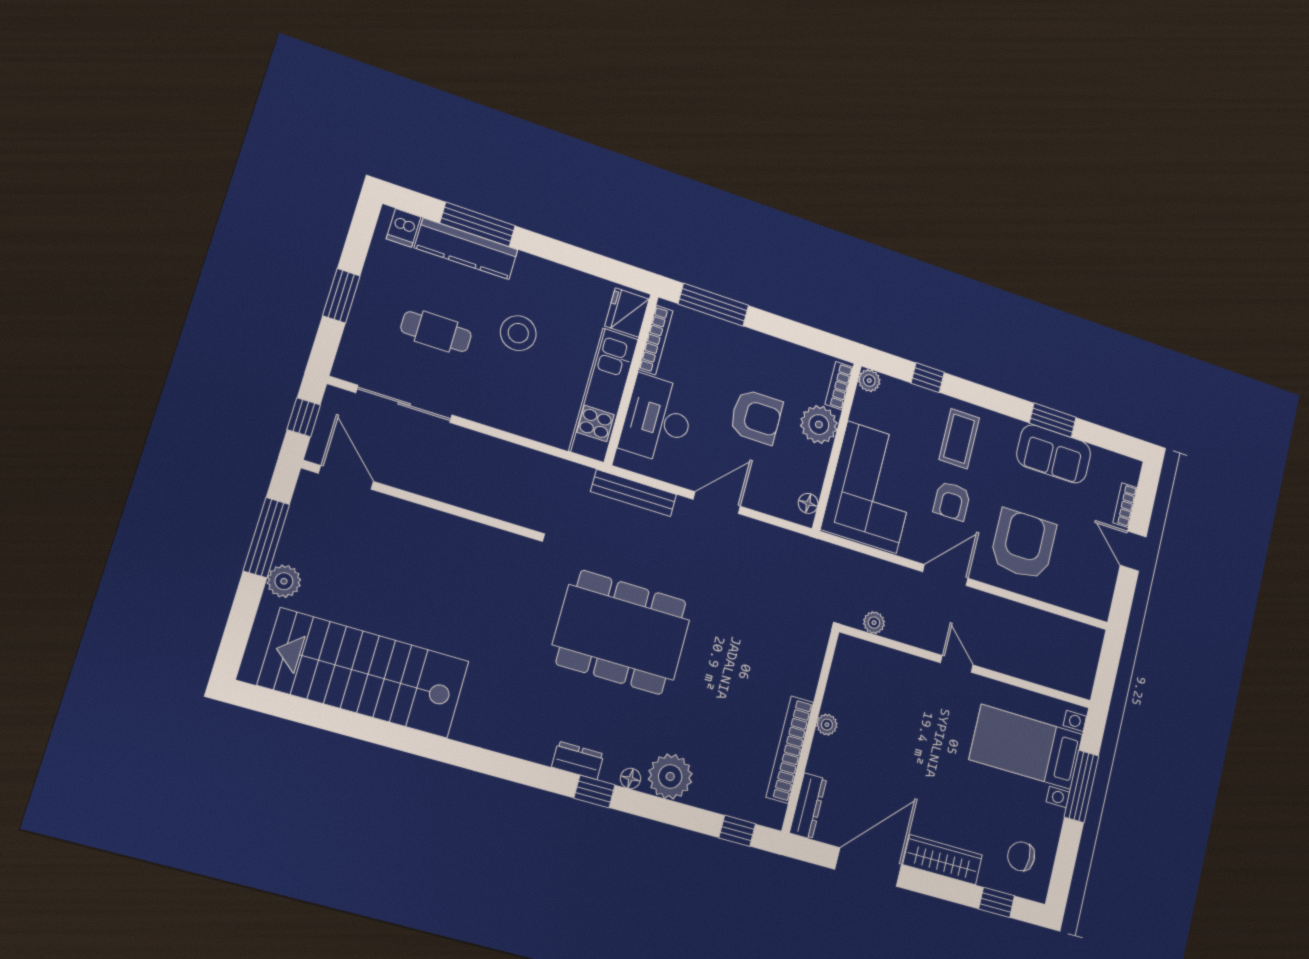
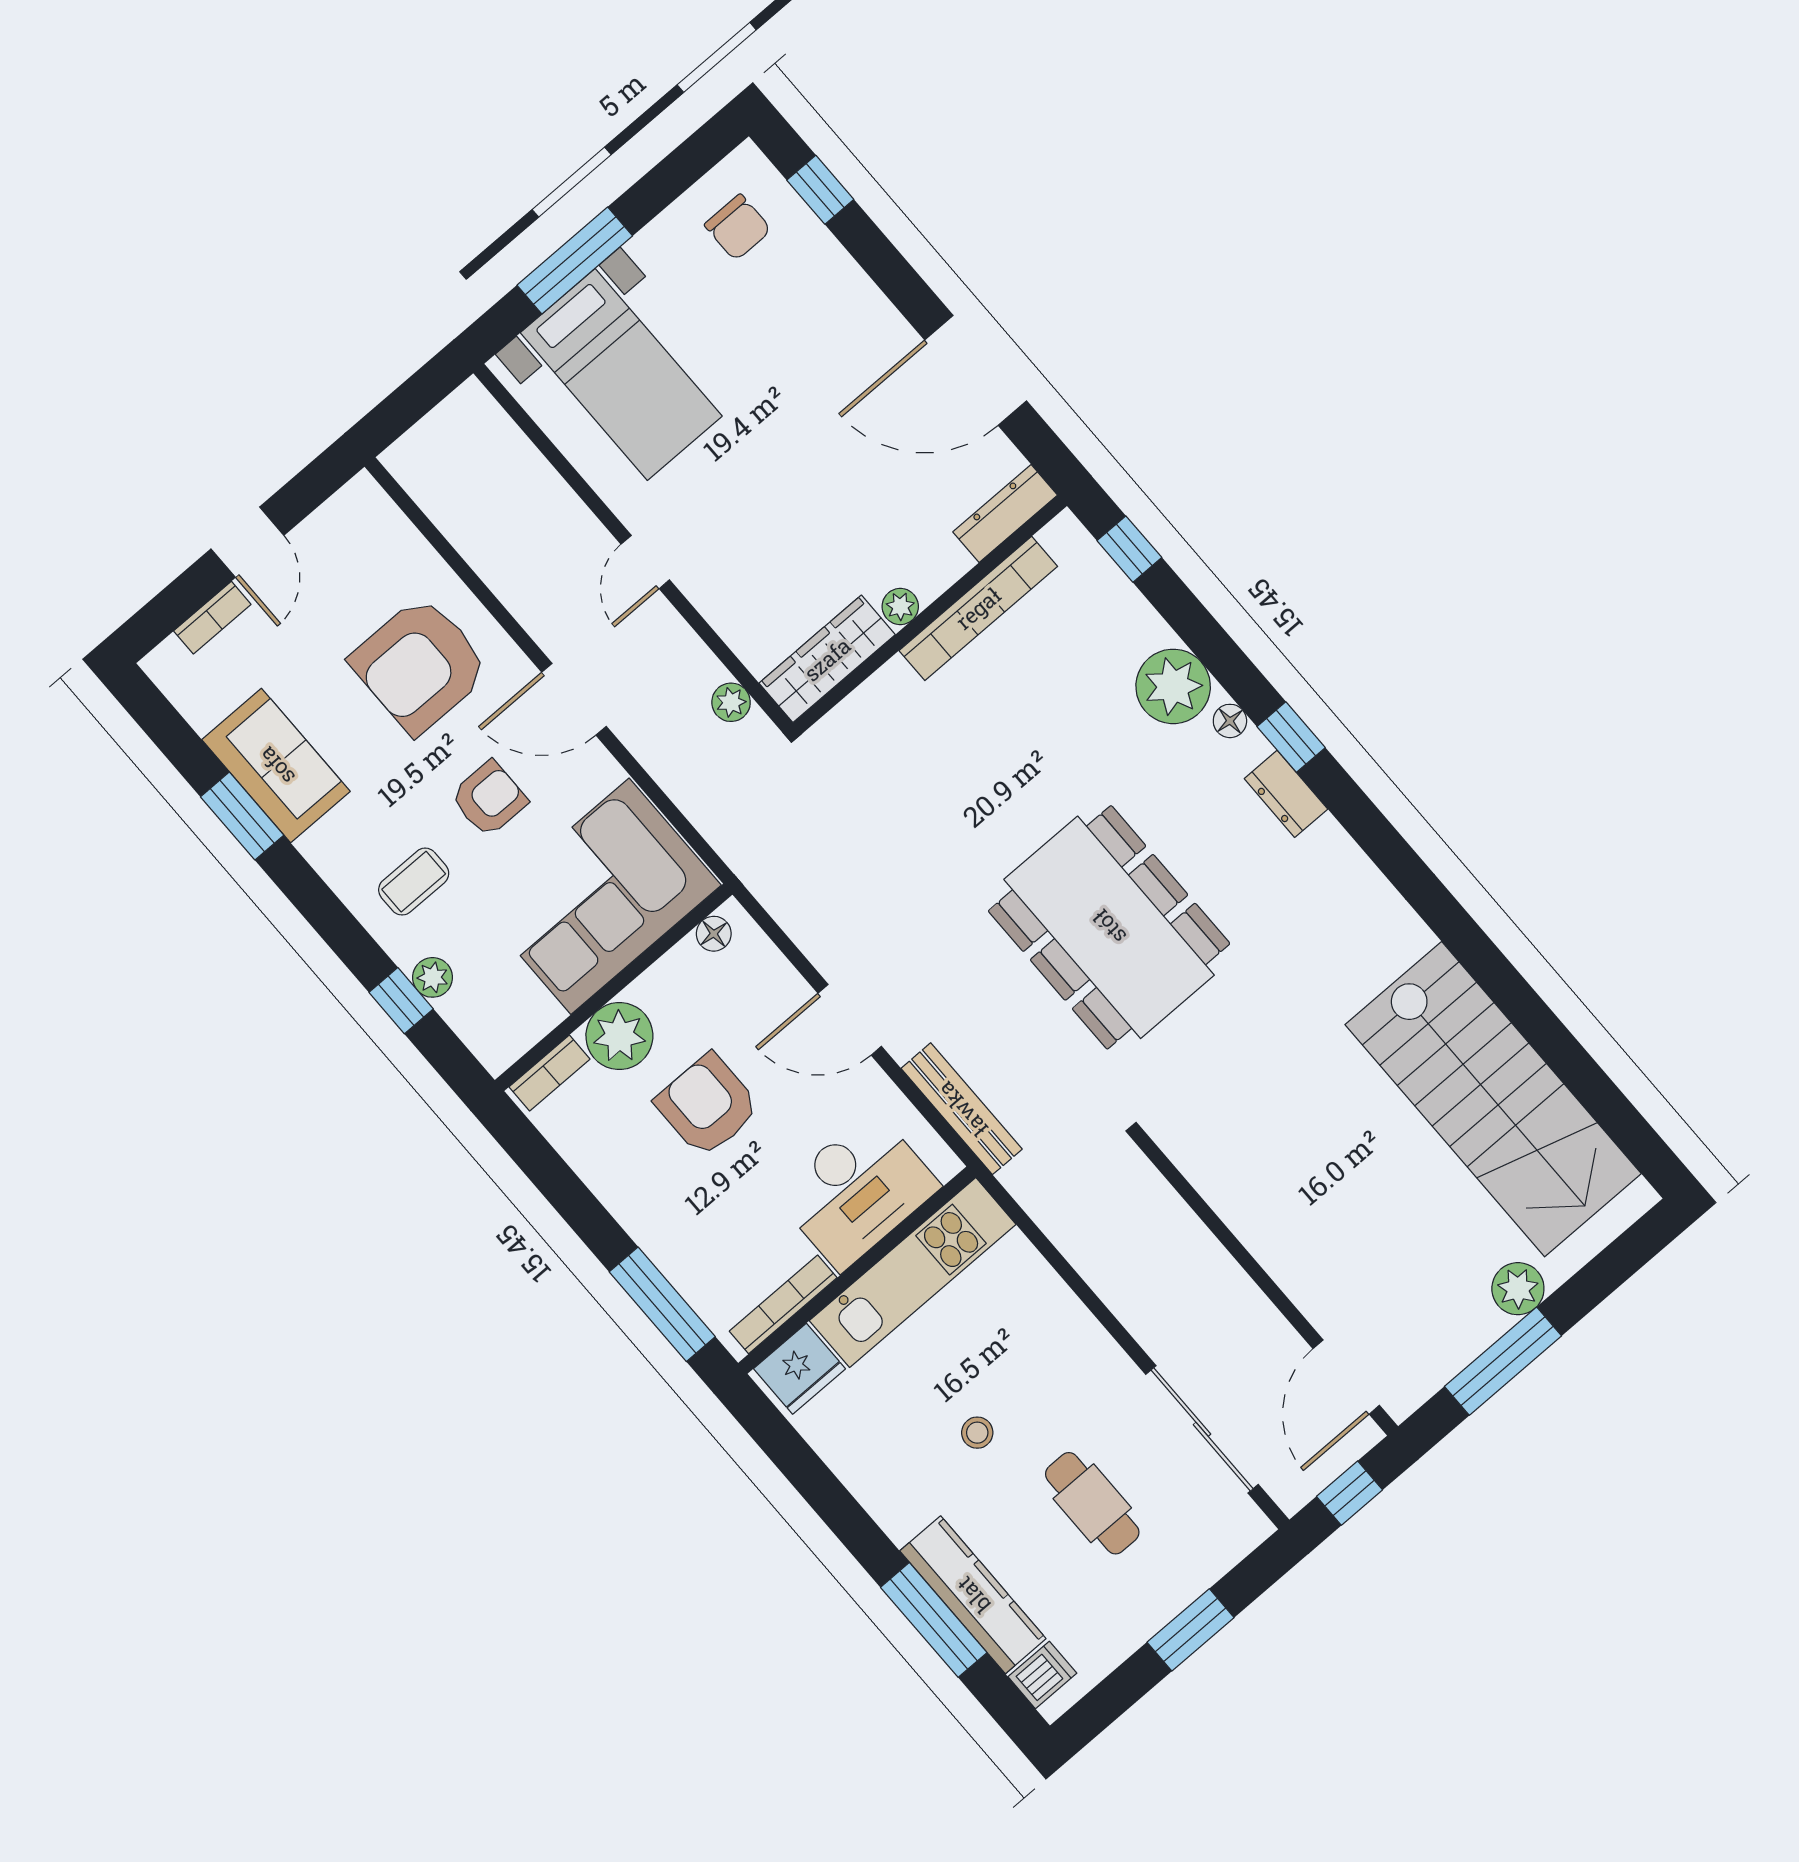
stool: (518, 333) -> (977, 1433), width x0.53, depth x0.53
plant: (869, 381) -> (433, 977), moved
coffee table: (959, 439) -> (414, 882), width x0.73, depth x0.77
wardrobe: (943, 860) -> (827, 659), moved, turned 90

